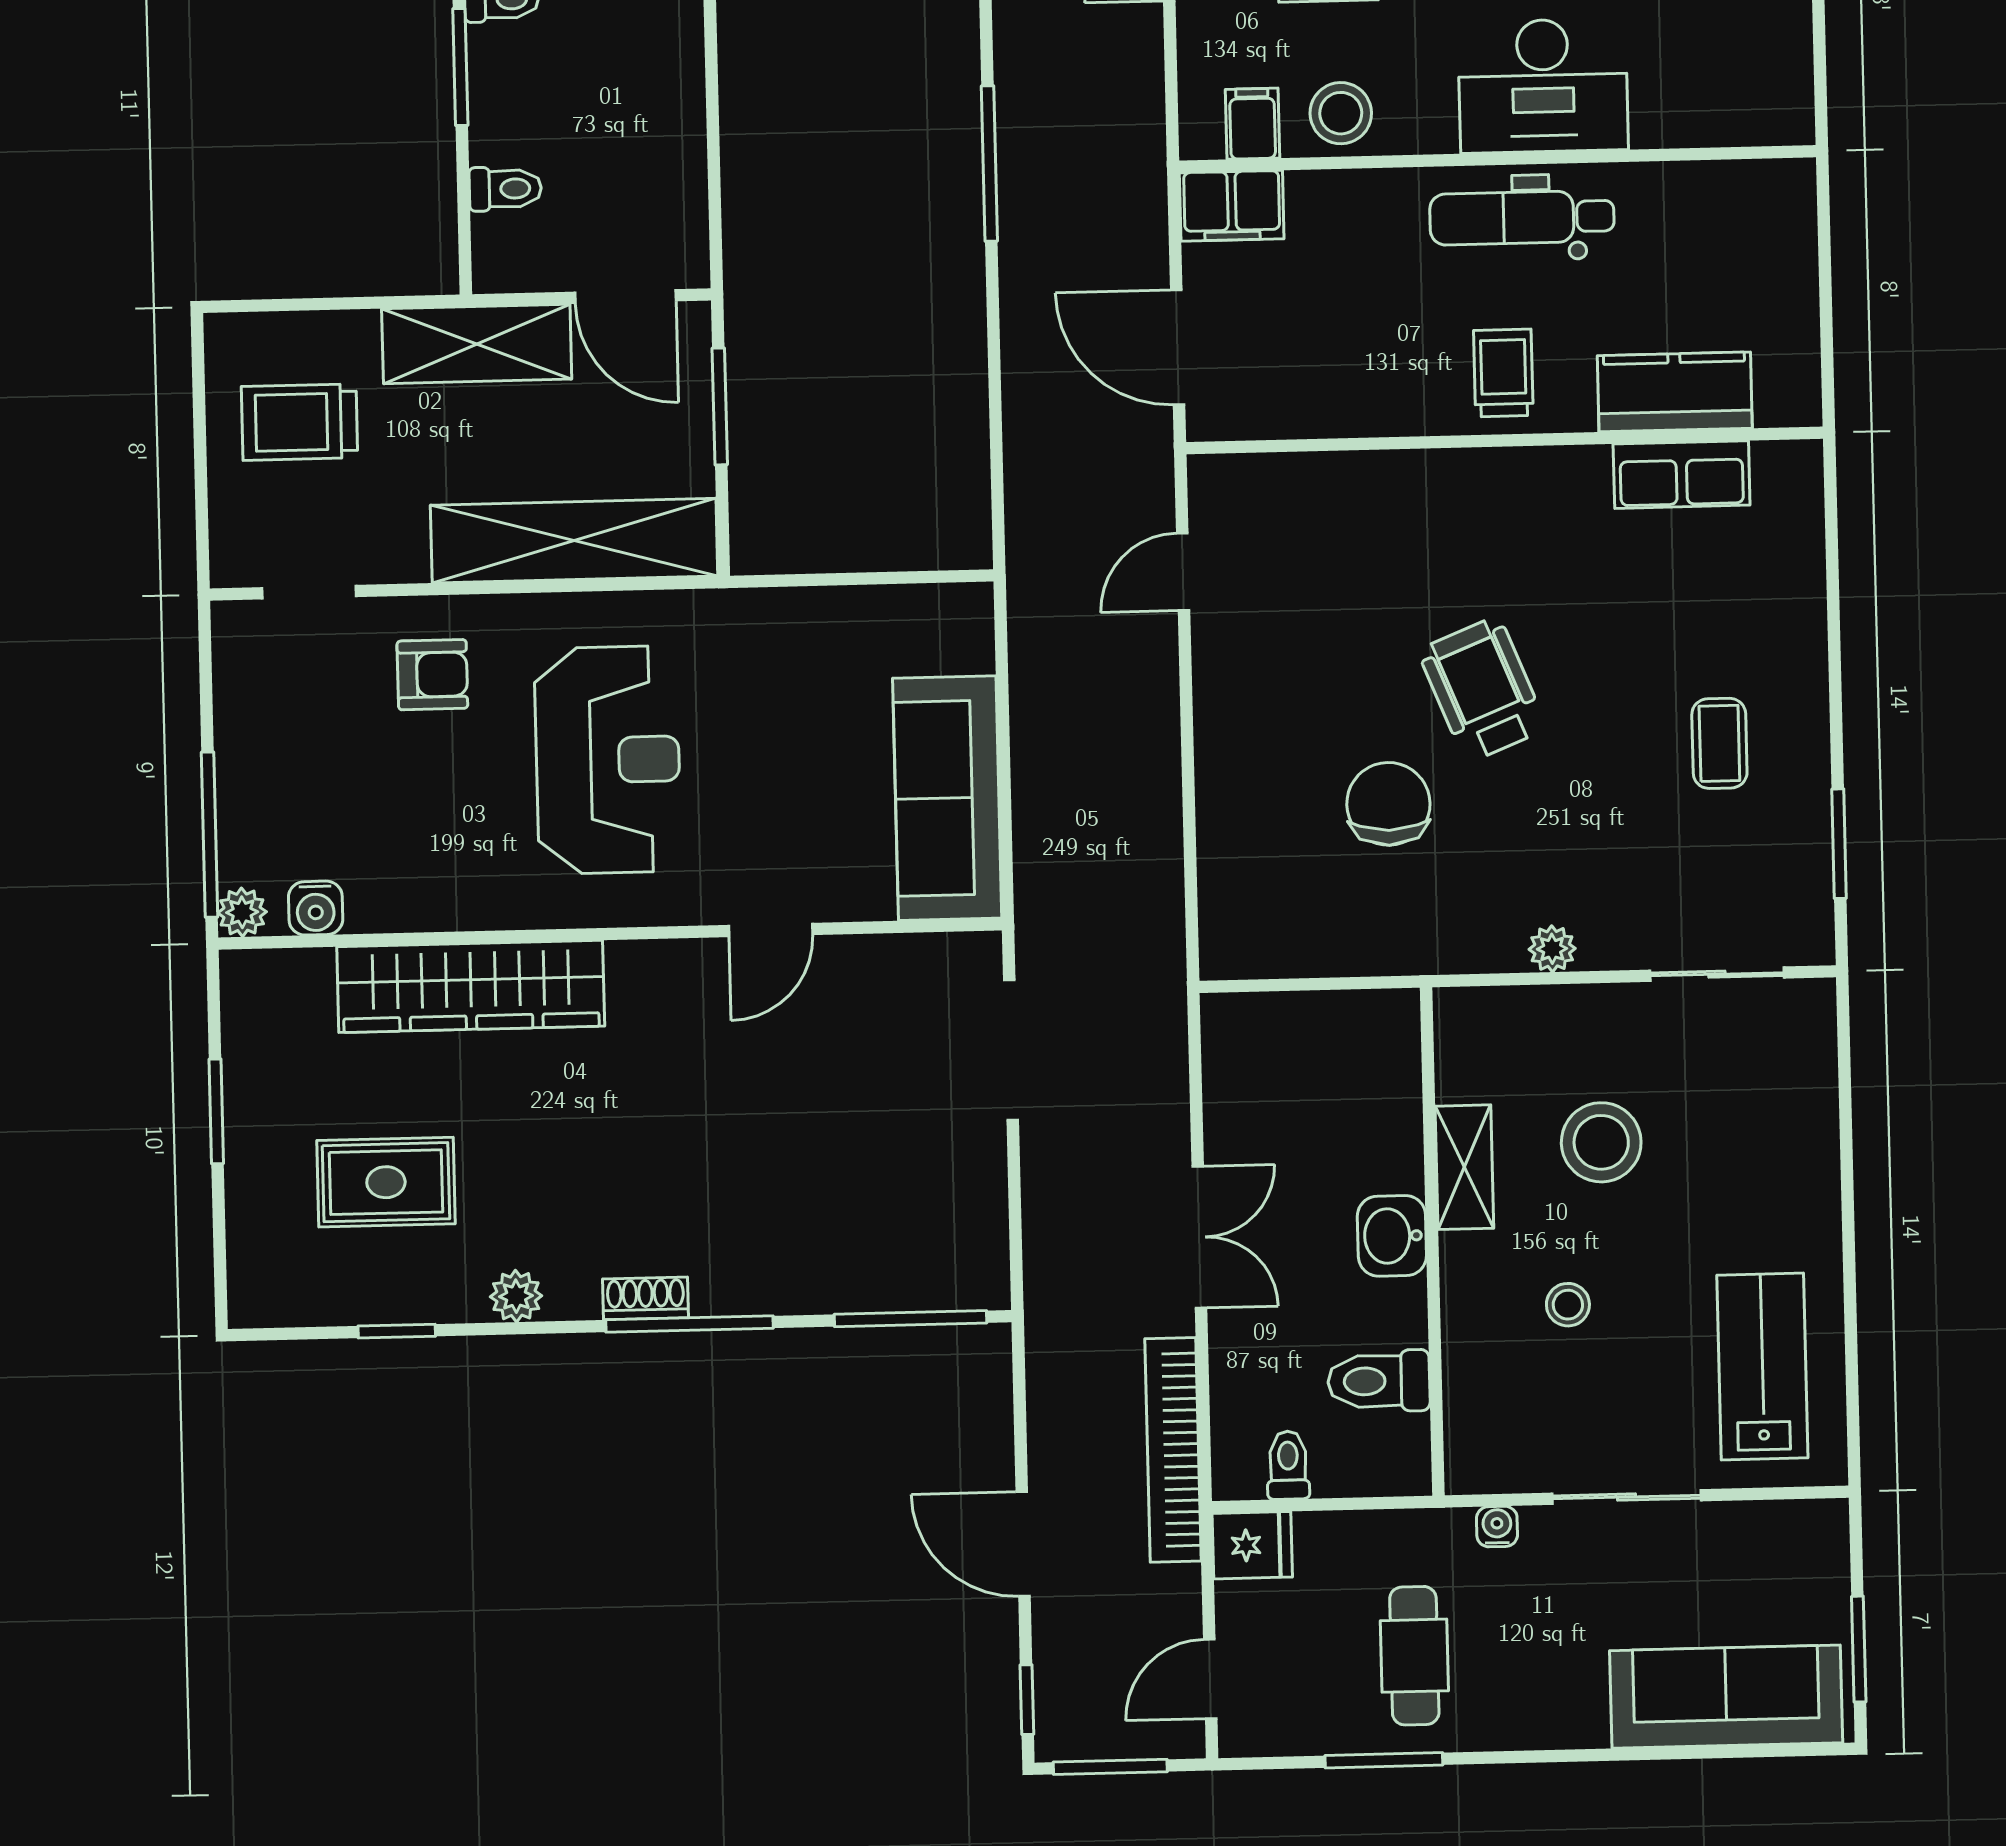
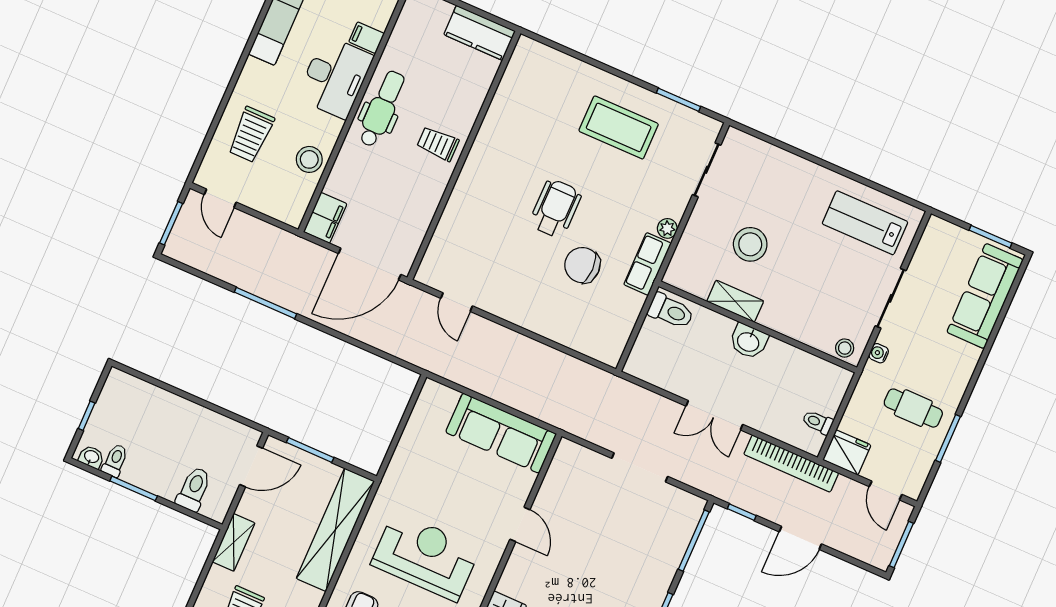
filing cabinet: (1252, 124) -> (367, 38), moved
toilet: (505, 189) -> (194, 489), width x1.37, depth x1.39
dental chair: (1522, 218) -> (382, 109), turned 180
shelving: (477, 344) -> (234, 542), width x0.67, depth x0.75
door: (1178, 347) -> (370, 264), width x1.36
kitchen counter: (1675, 392) -> (480, 33), moved, turned -90
row of seats: (1682, 475) -> (647, 264), moved, turned 180
wheelchair: (1482, 689) -> (555, 209), turned 112
coffee table: (1719, 743) -> (619, 127), width x1.86, depth x1.72
doorway: (1011, 1050) -> (640, 467), moved
double door: (1199, 1237) -> (714, 415), swing flipped
stool: (1568, 1305) -> (845, 348), moved
toilet: (1379, 1381) -> (671, 311), moved, turned -90
fridge: (1252, 1545) -> (847, 452), width x1.38
window: (1027, 1700) -> (742, 512), moved

